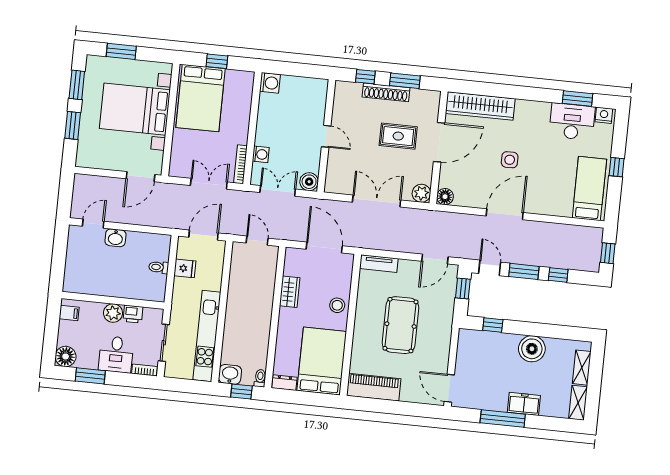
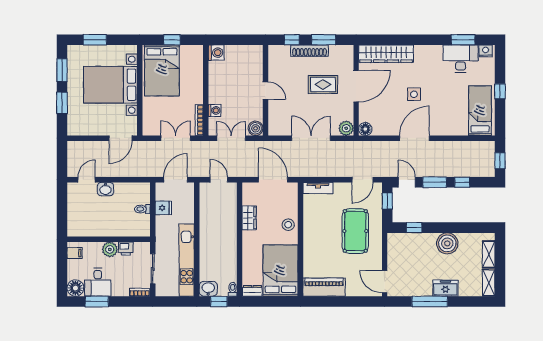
pool table: (400, 325) -> (355, 231), moved
desk: (116, 354) -> (98, 282), moved

